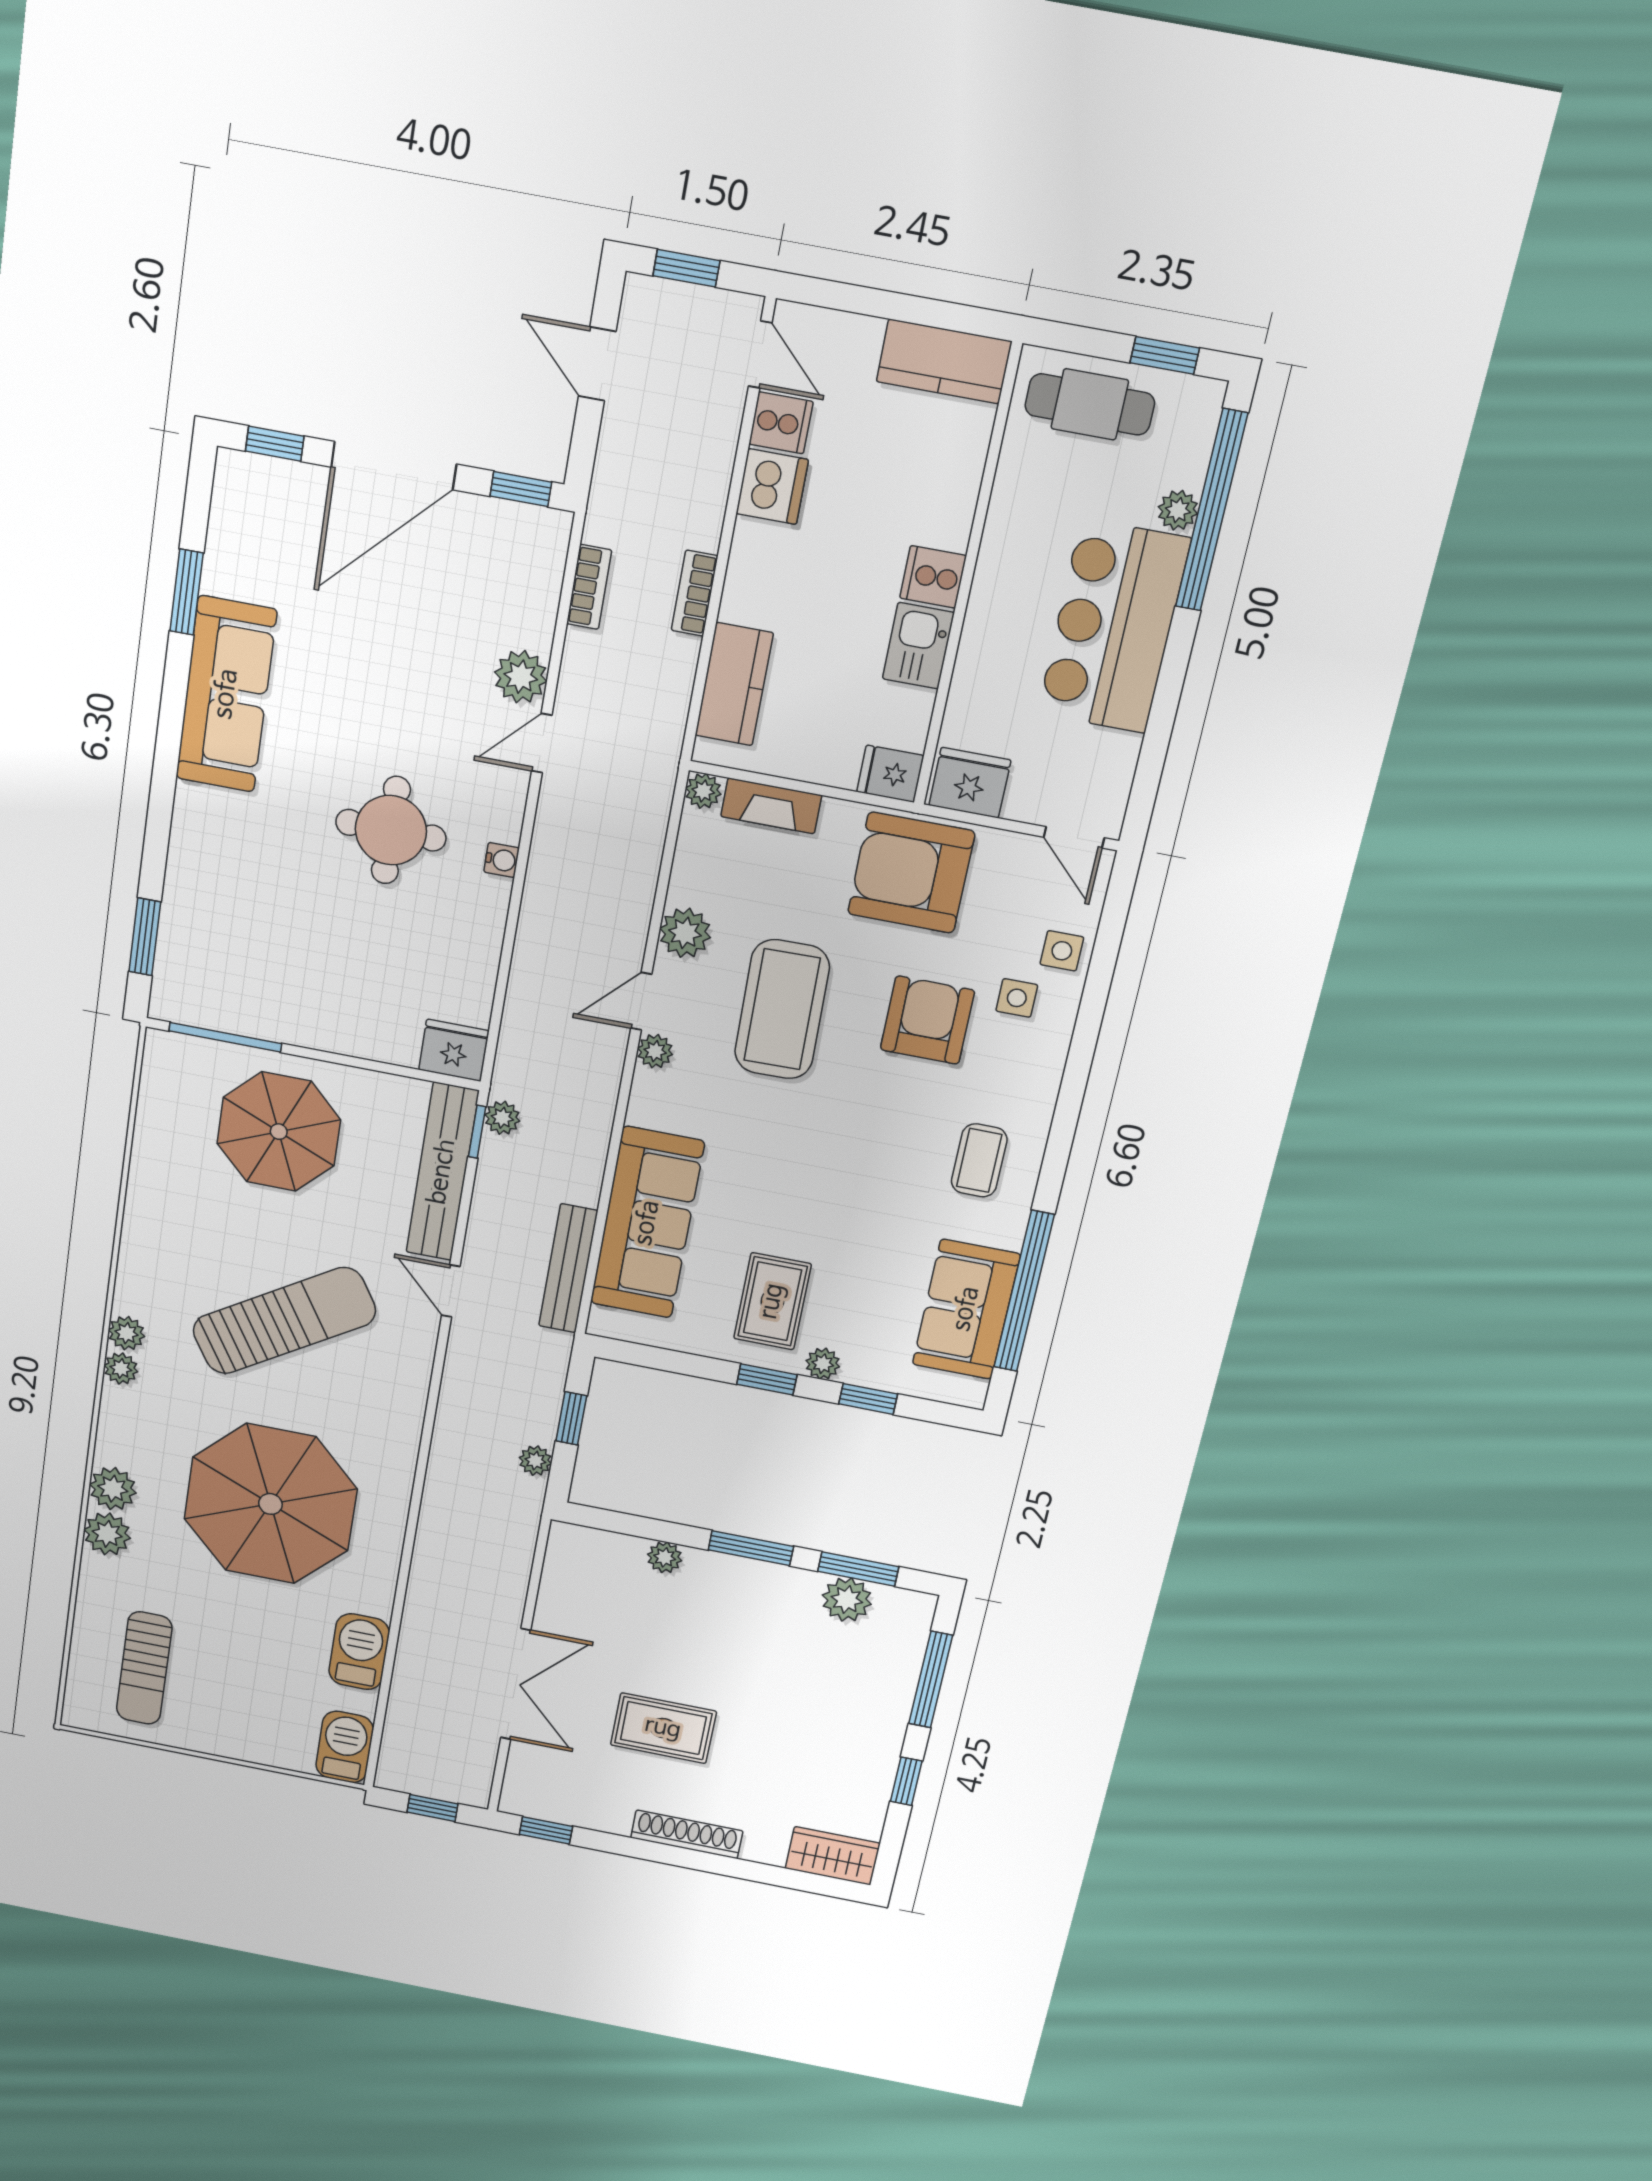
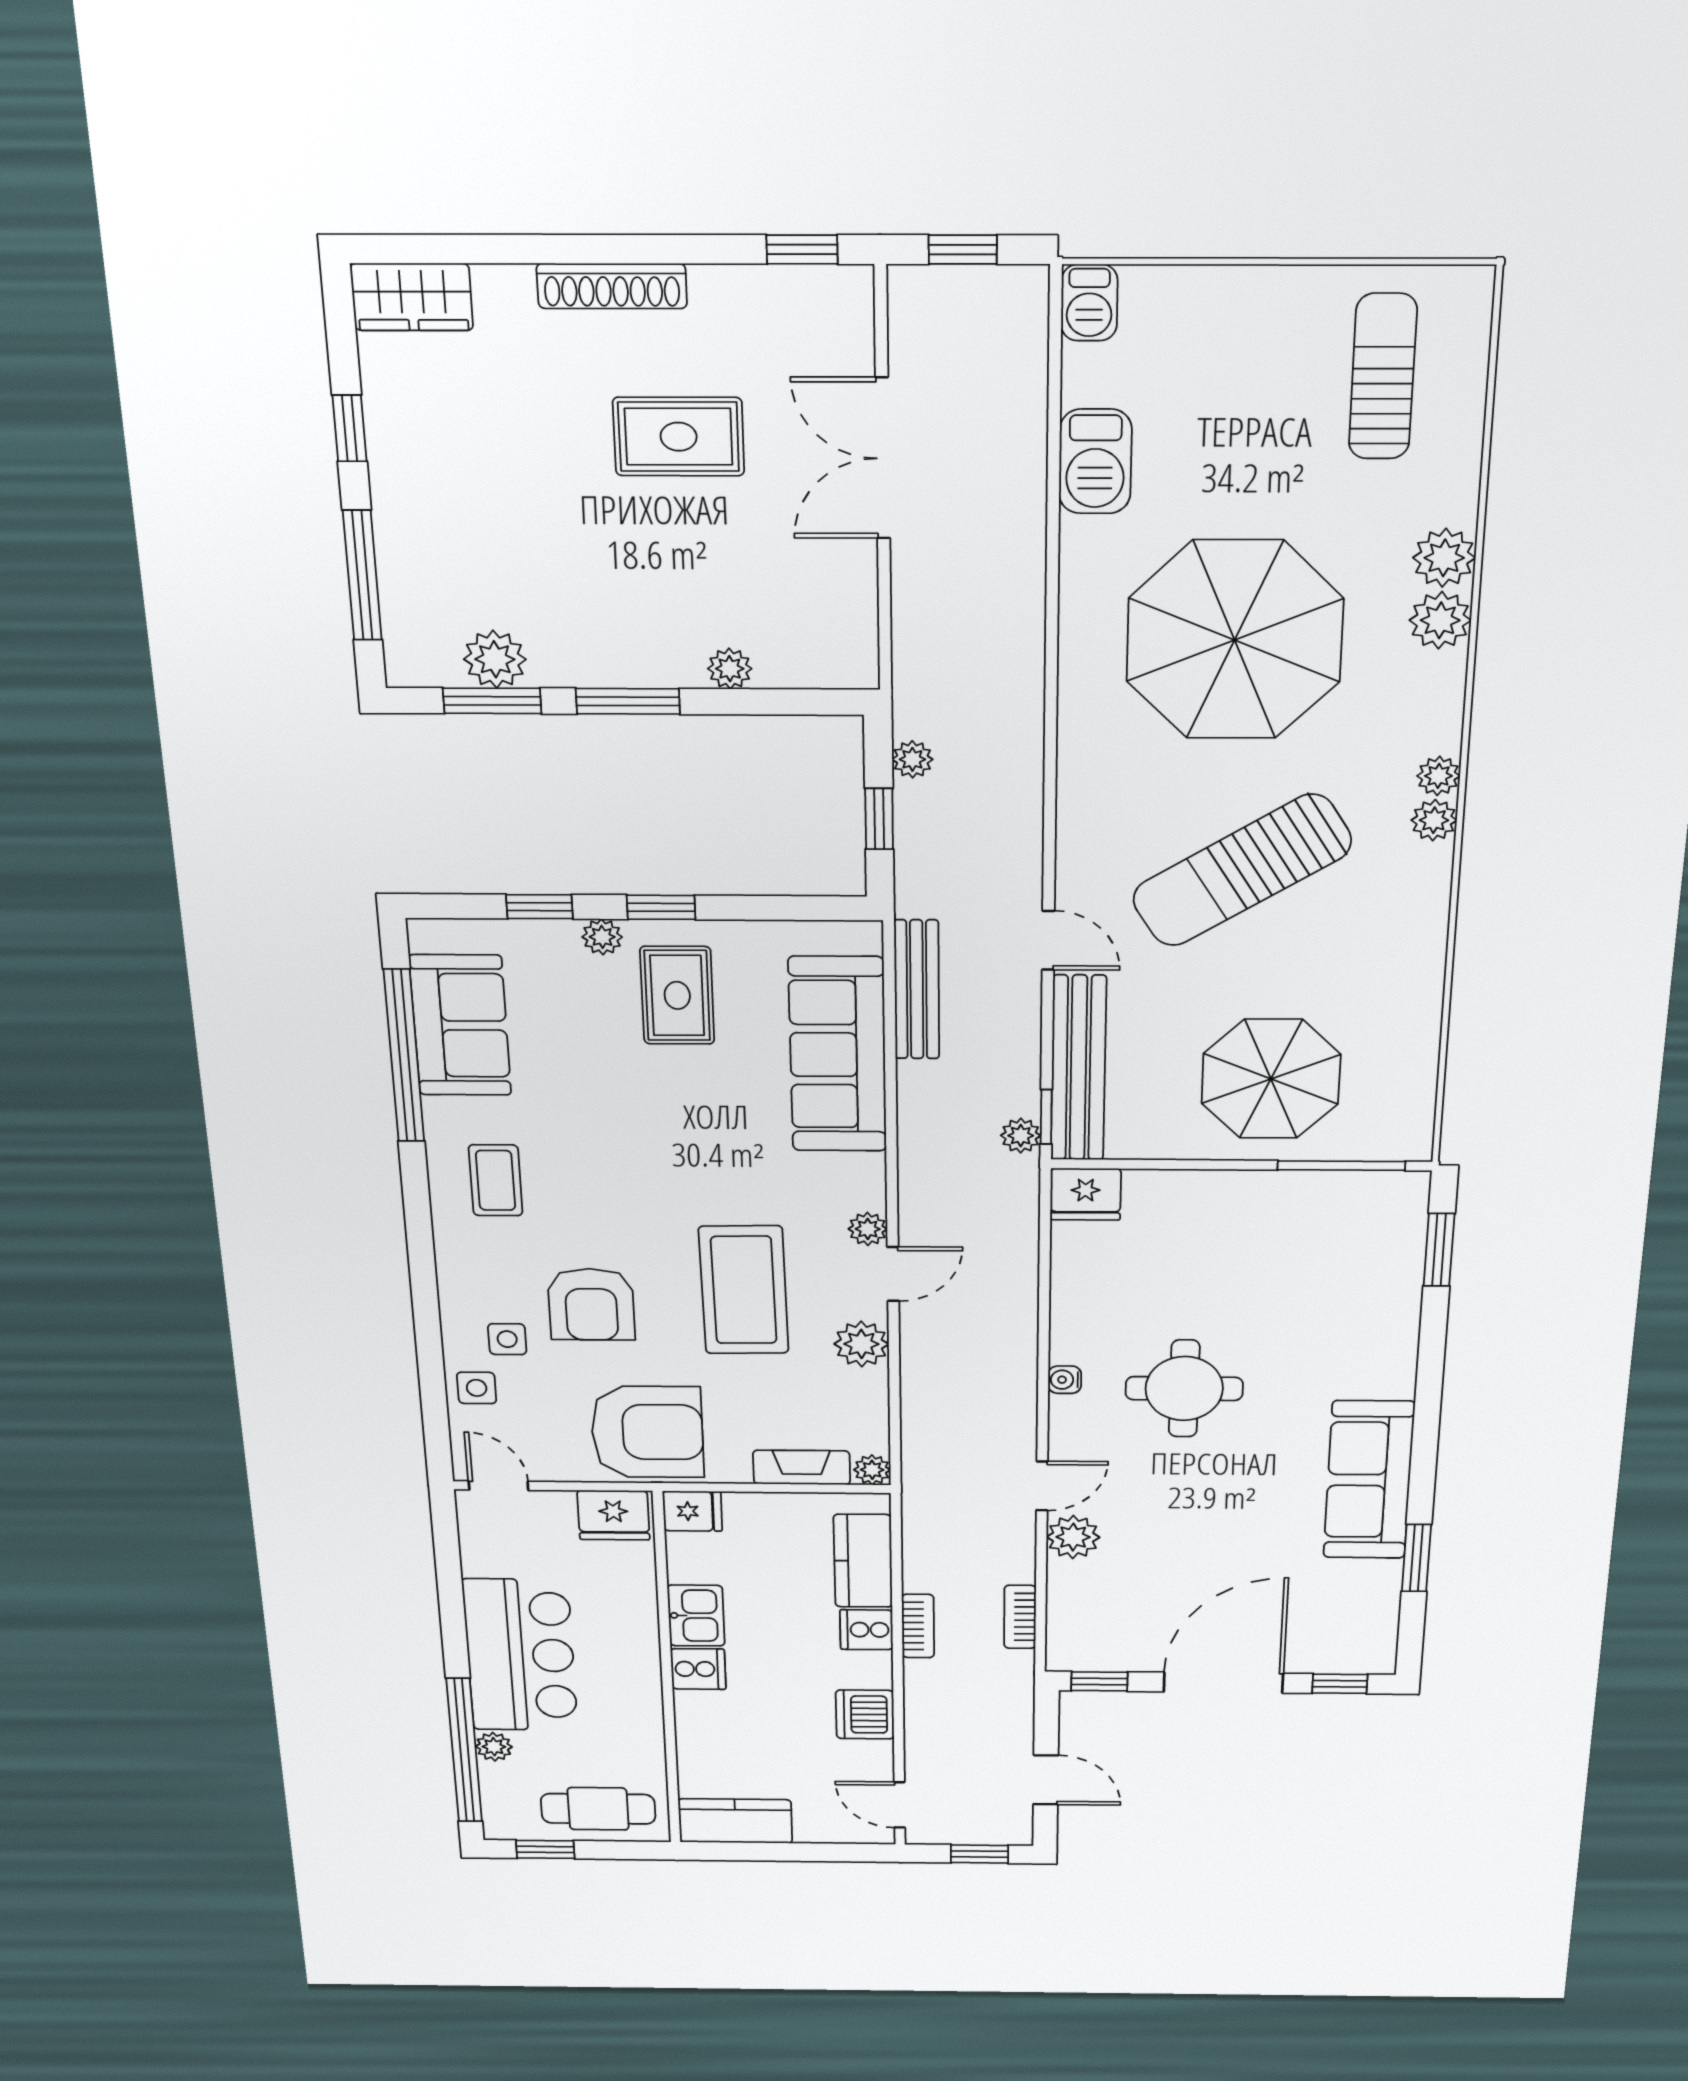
cooker: (781, 423) -> (866, 1630), moved
barbecue: (345, 1747) -> (1089, 303), width x0.73, depth x0.79

